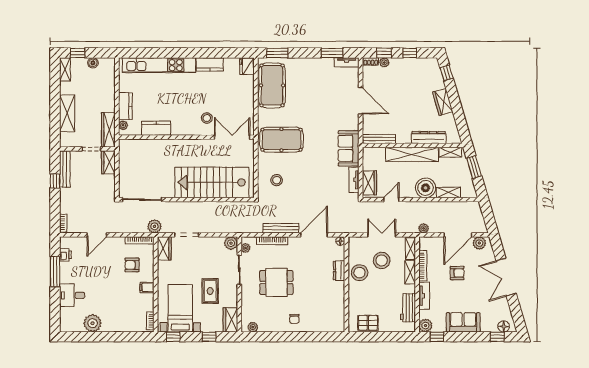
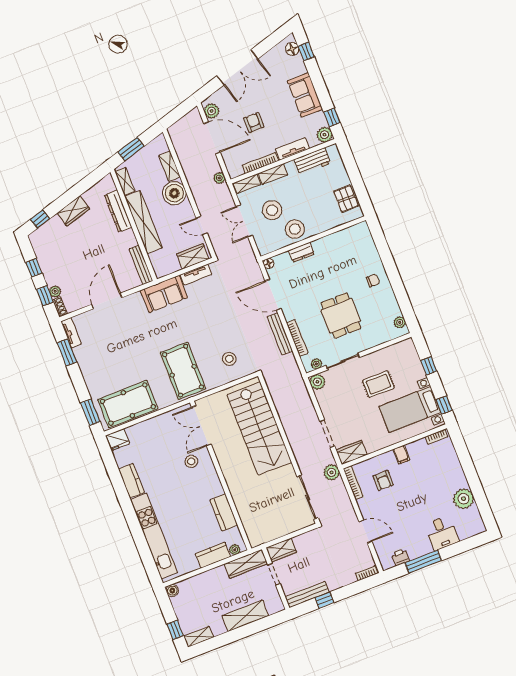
boiler: (93, 63) -> (172, 591), moved
wardrobe: (230, 320) -> (401, 350), removed

